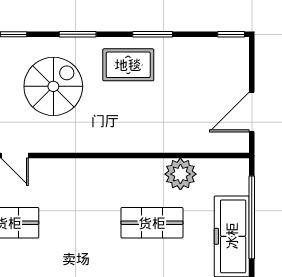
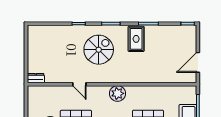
rug: (128, 65) -> (136, 39), turned 90
plant: (180, 174) -> (118, 93), moved

